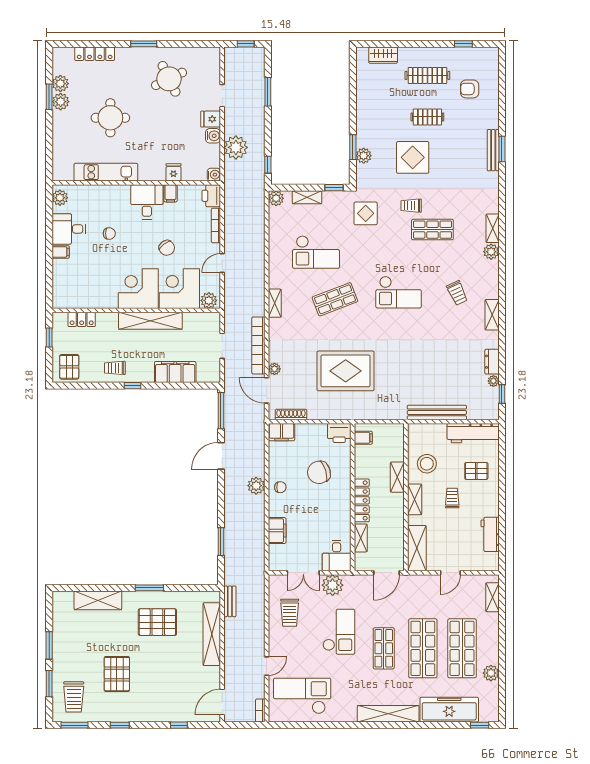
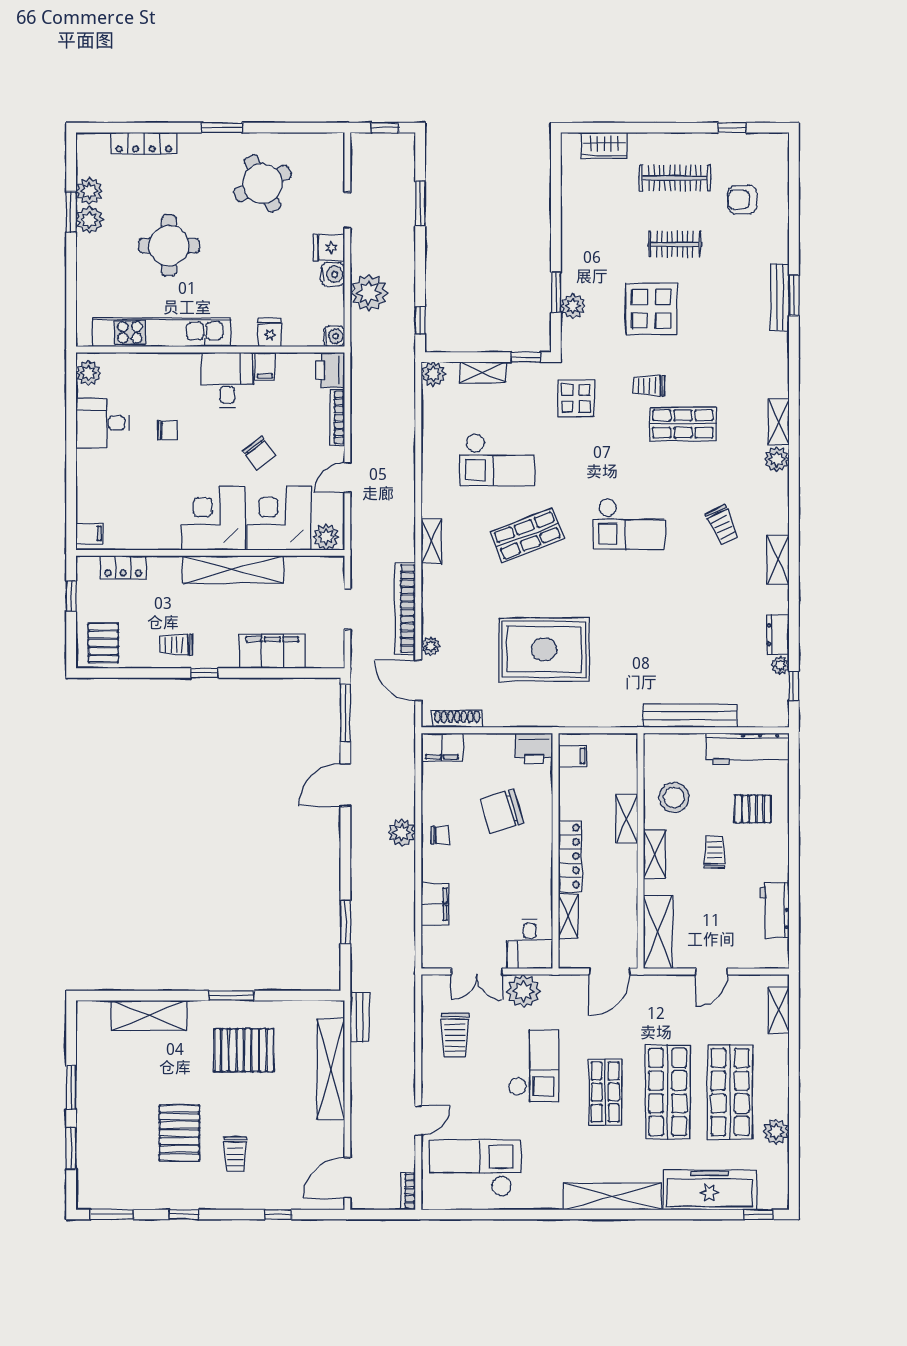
kitchen unit: (106, 172) -> (162, 332), width x1.36
filing cabinet: (61, 252) -> (90, 533), moved
trolley: (74, 697) -> (235, 1154), moved, width x0.73, depth x0.72

